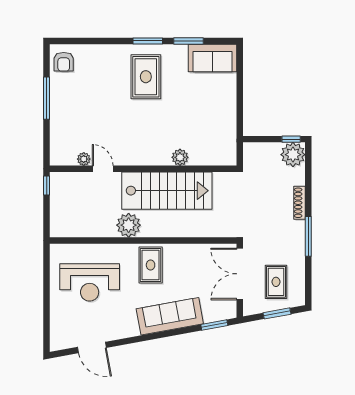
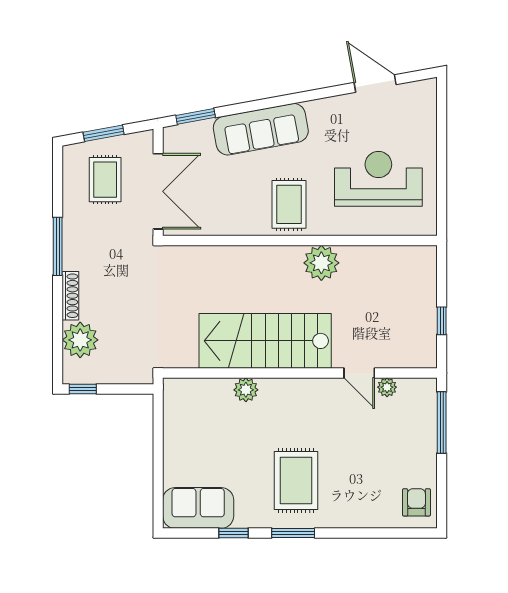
window: (188, 41) -> (234, 533), width x0.67
window: (47, 98) -> (442, 422), moved
plant: (293, 155) -> (80, 340), moved
plant: (180, 157) -> (246, 390), moved
plant: (84, 159) -> (387, 387), moved
door: (103, 169) -> (359, 373), moved
wall: (143, 169) -> (300, 373), moved
stairs: (167, 191) -> (265, 341), moved

